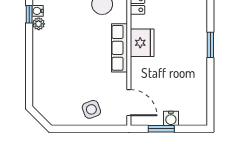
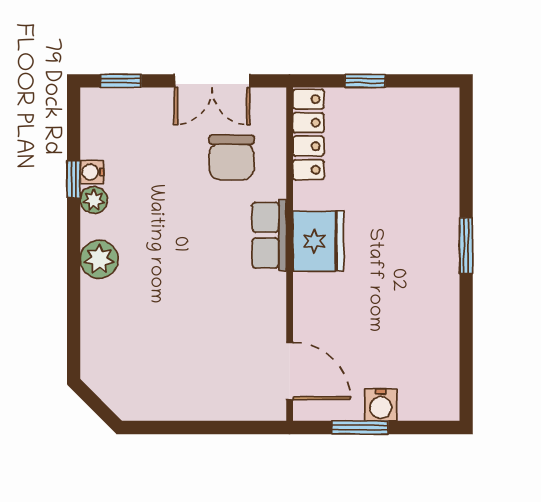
row of seats: (119, 48) -> (269, 235), width x0.68
plant: (41, 51) -> (99, 259), added
side table: (91, 109) -> (208, 386), removed

